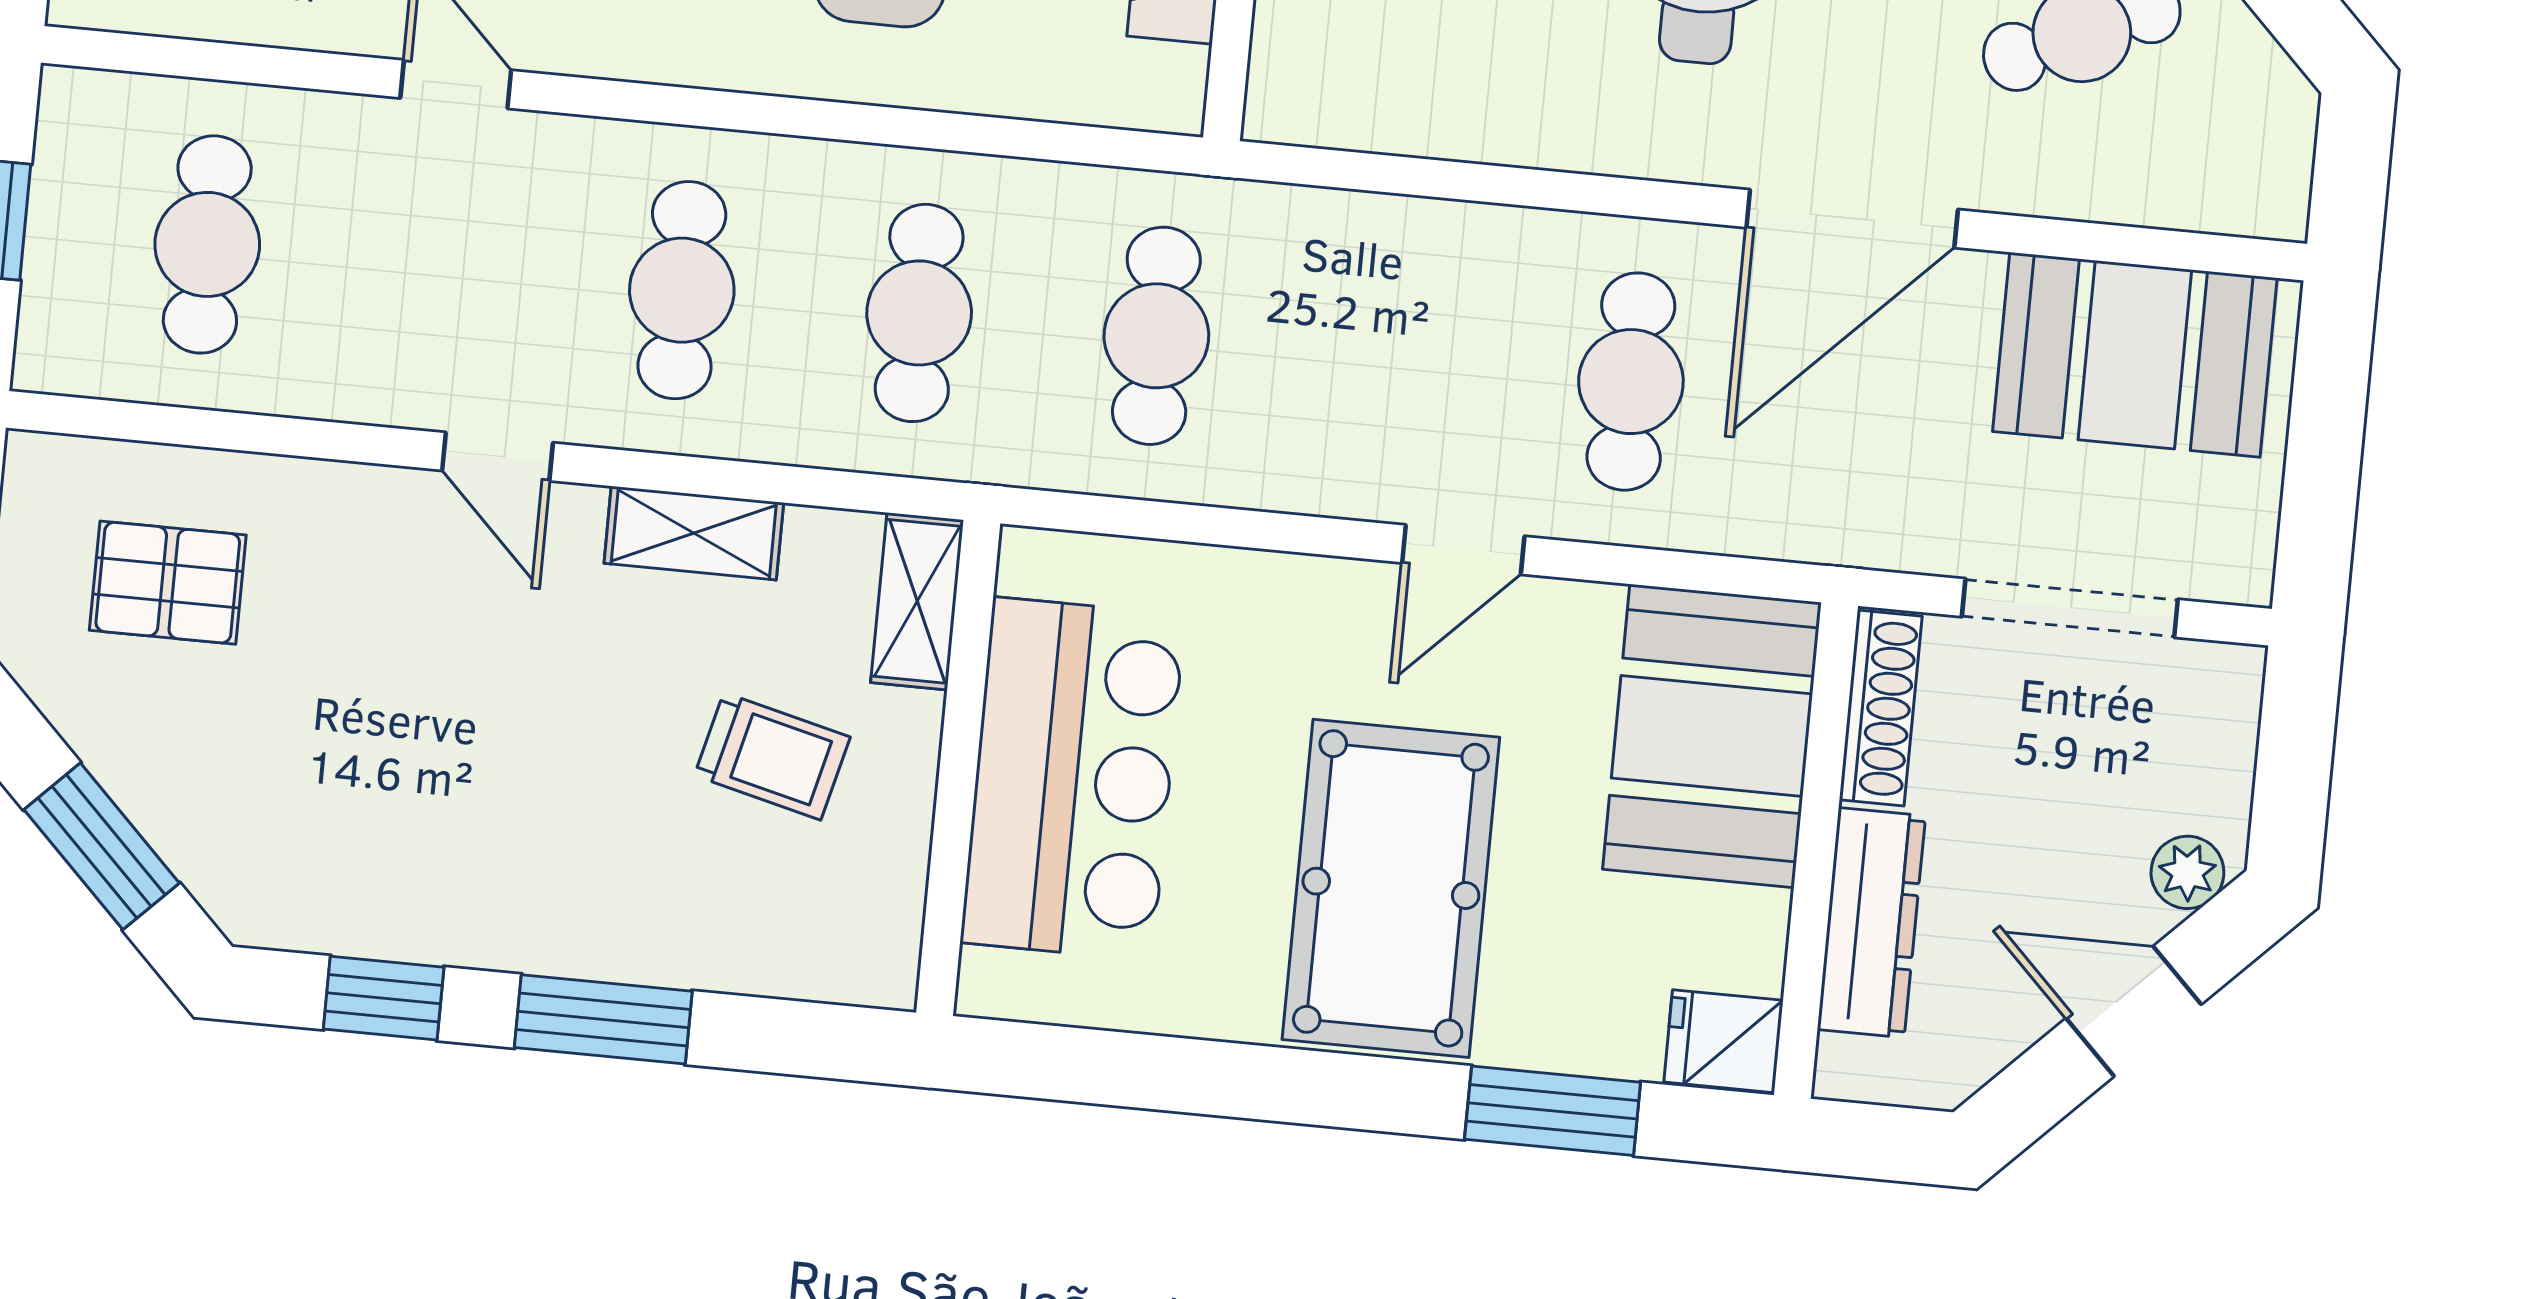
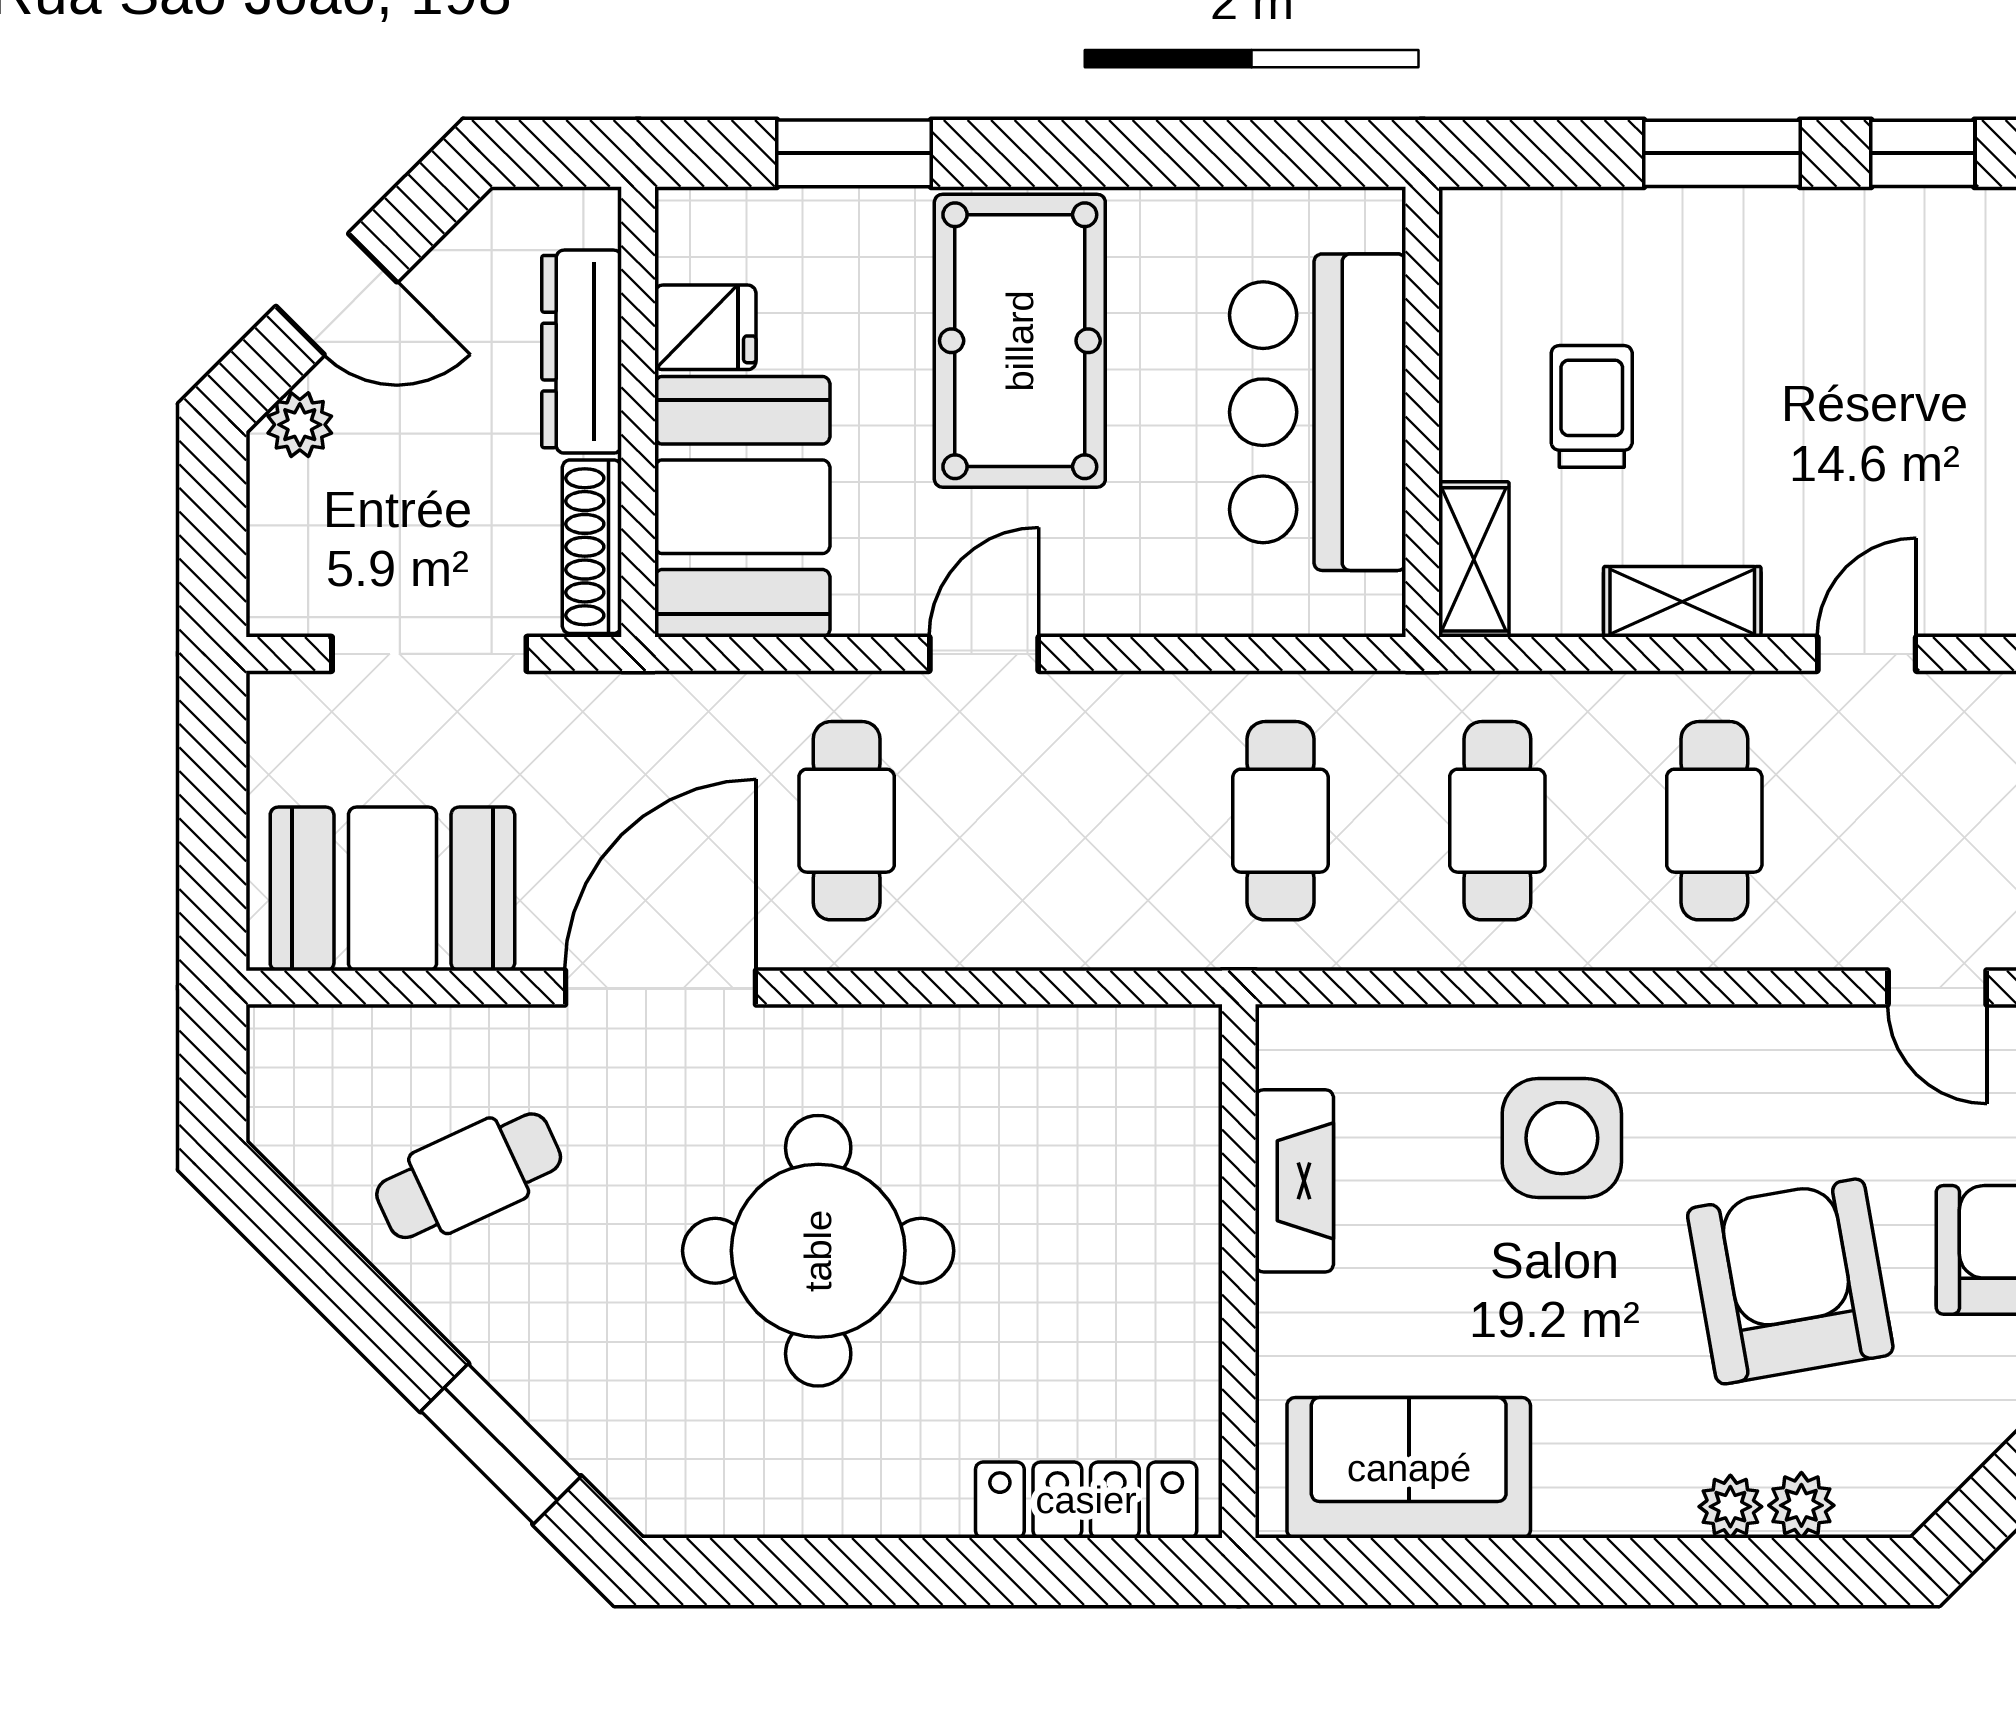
door: (497, 457) -> (1867, 654), hinge flipped
trolley: (772, 756) -> (1592, 406), turned 76
fridge: (1723, 1041) -> (705, 327), moved

